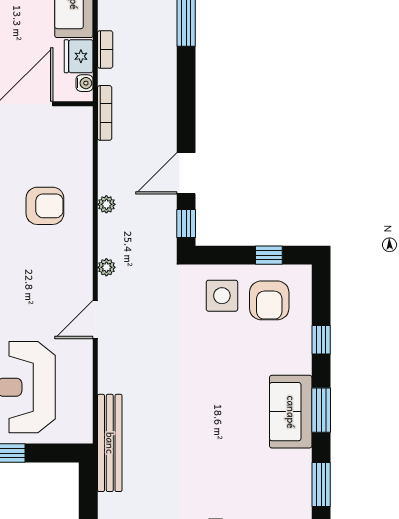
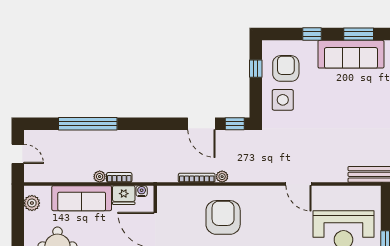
bookcase: (105, 113) -> (197, 178), moved
armchair: (45, 206) -> (223, 217), width x1.36, depth x1.36
plant: (106, 267) -> (100, 177), moved
armchair: (269, 300) -> (286, 68), turned -90
sofa: (291, 412) -> (351, 54), width x1.36

